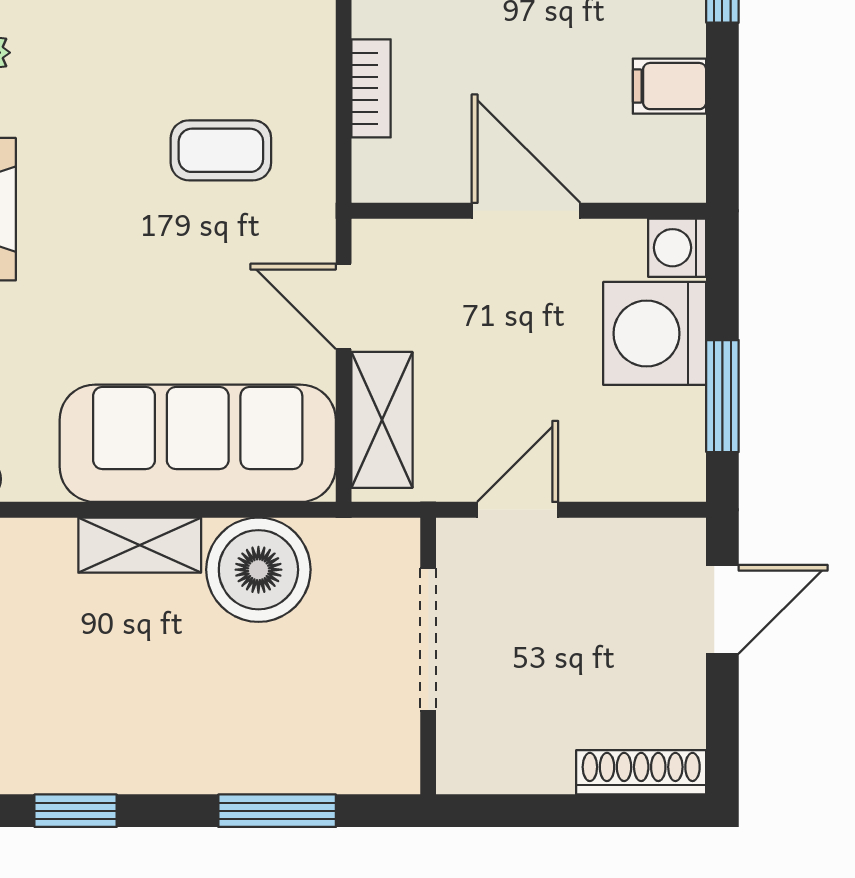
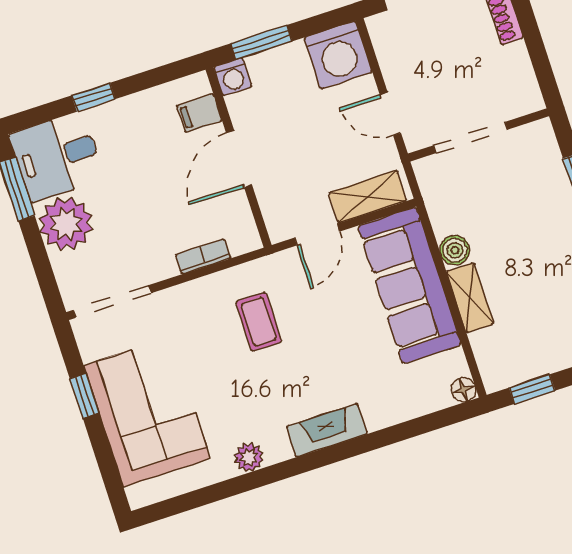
filing cabinet: (669, 86) -> (199, 113), moved, turned 90
washing machine: (655, 333) -> (338, 55), moved
window: (722, 396) -> (261, 42), moved
boiler: (258, 570) -> (455, 250), width x0.54, depth x0.54

